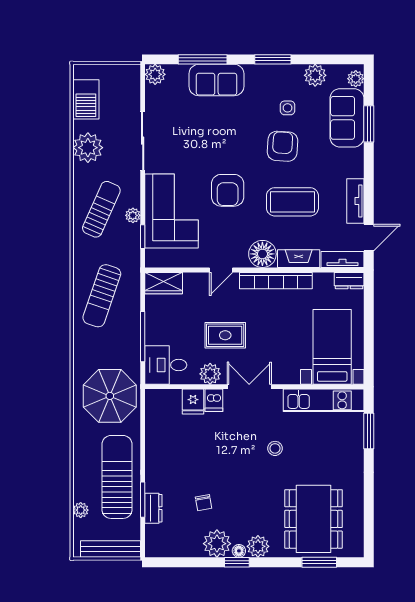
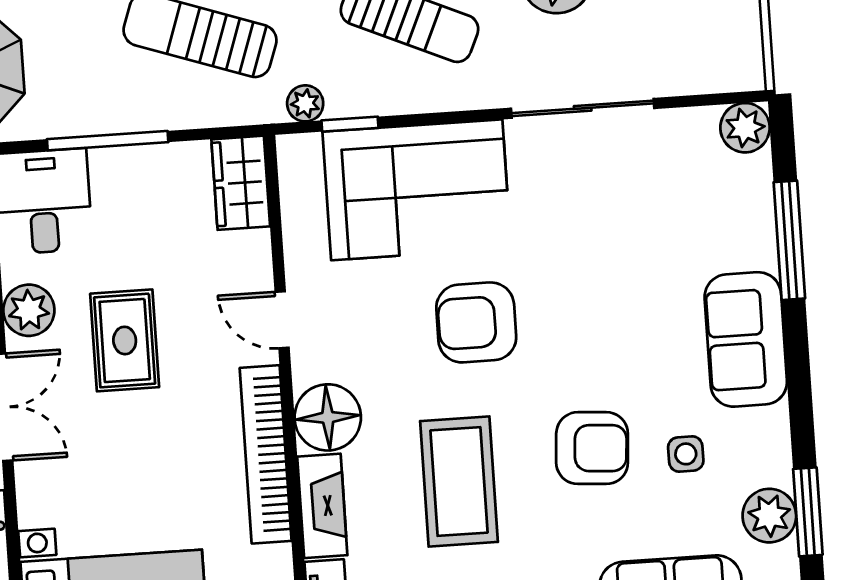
window: (273, 59) -> (808, 512), moved
sofa: (216, 80) -> (746, 339), moved
plant: (133, 215) -> (305, 103), moved

